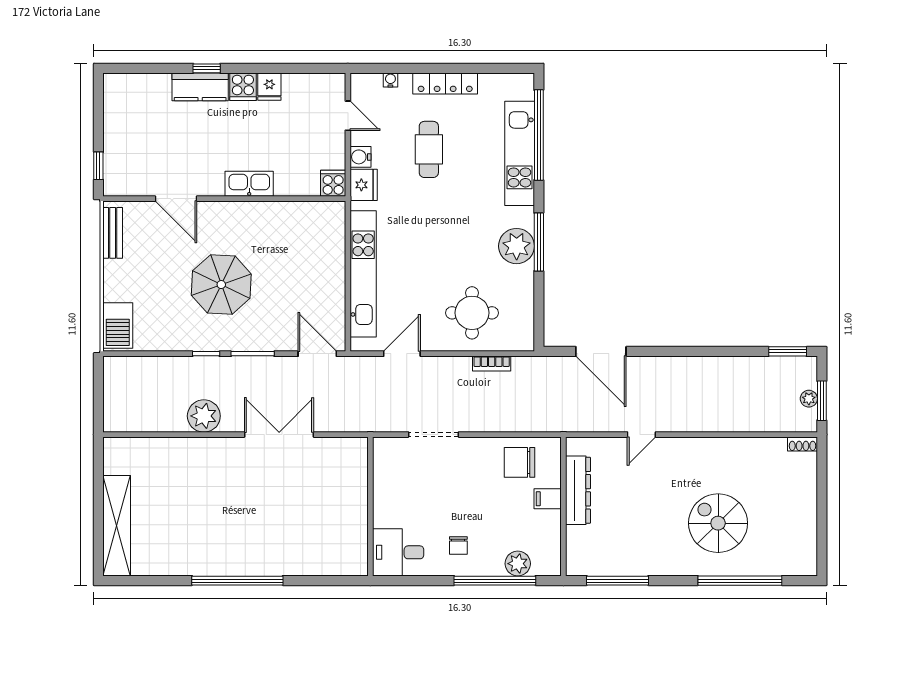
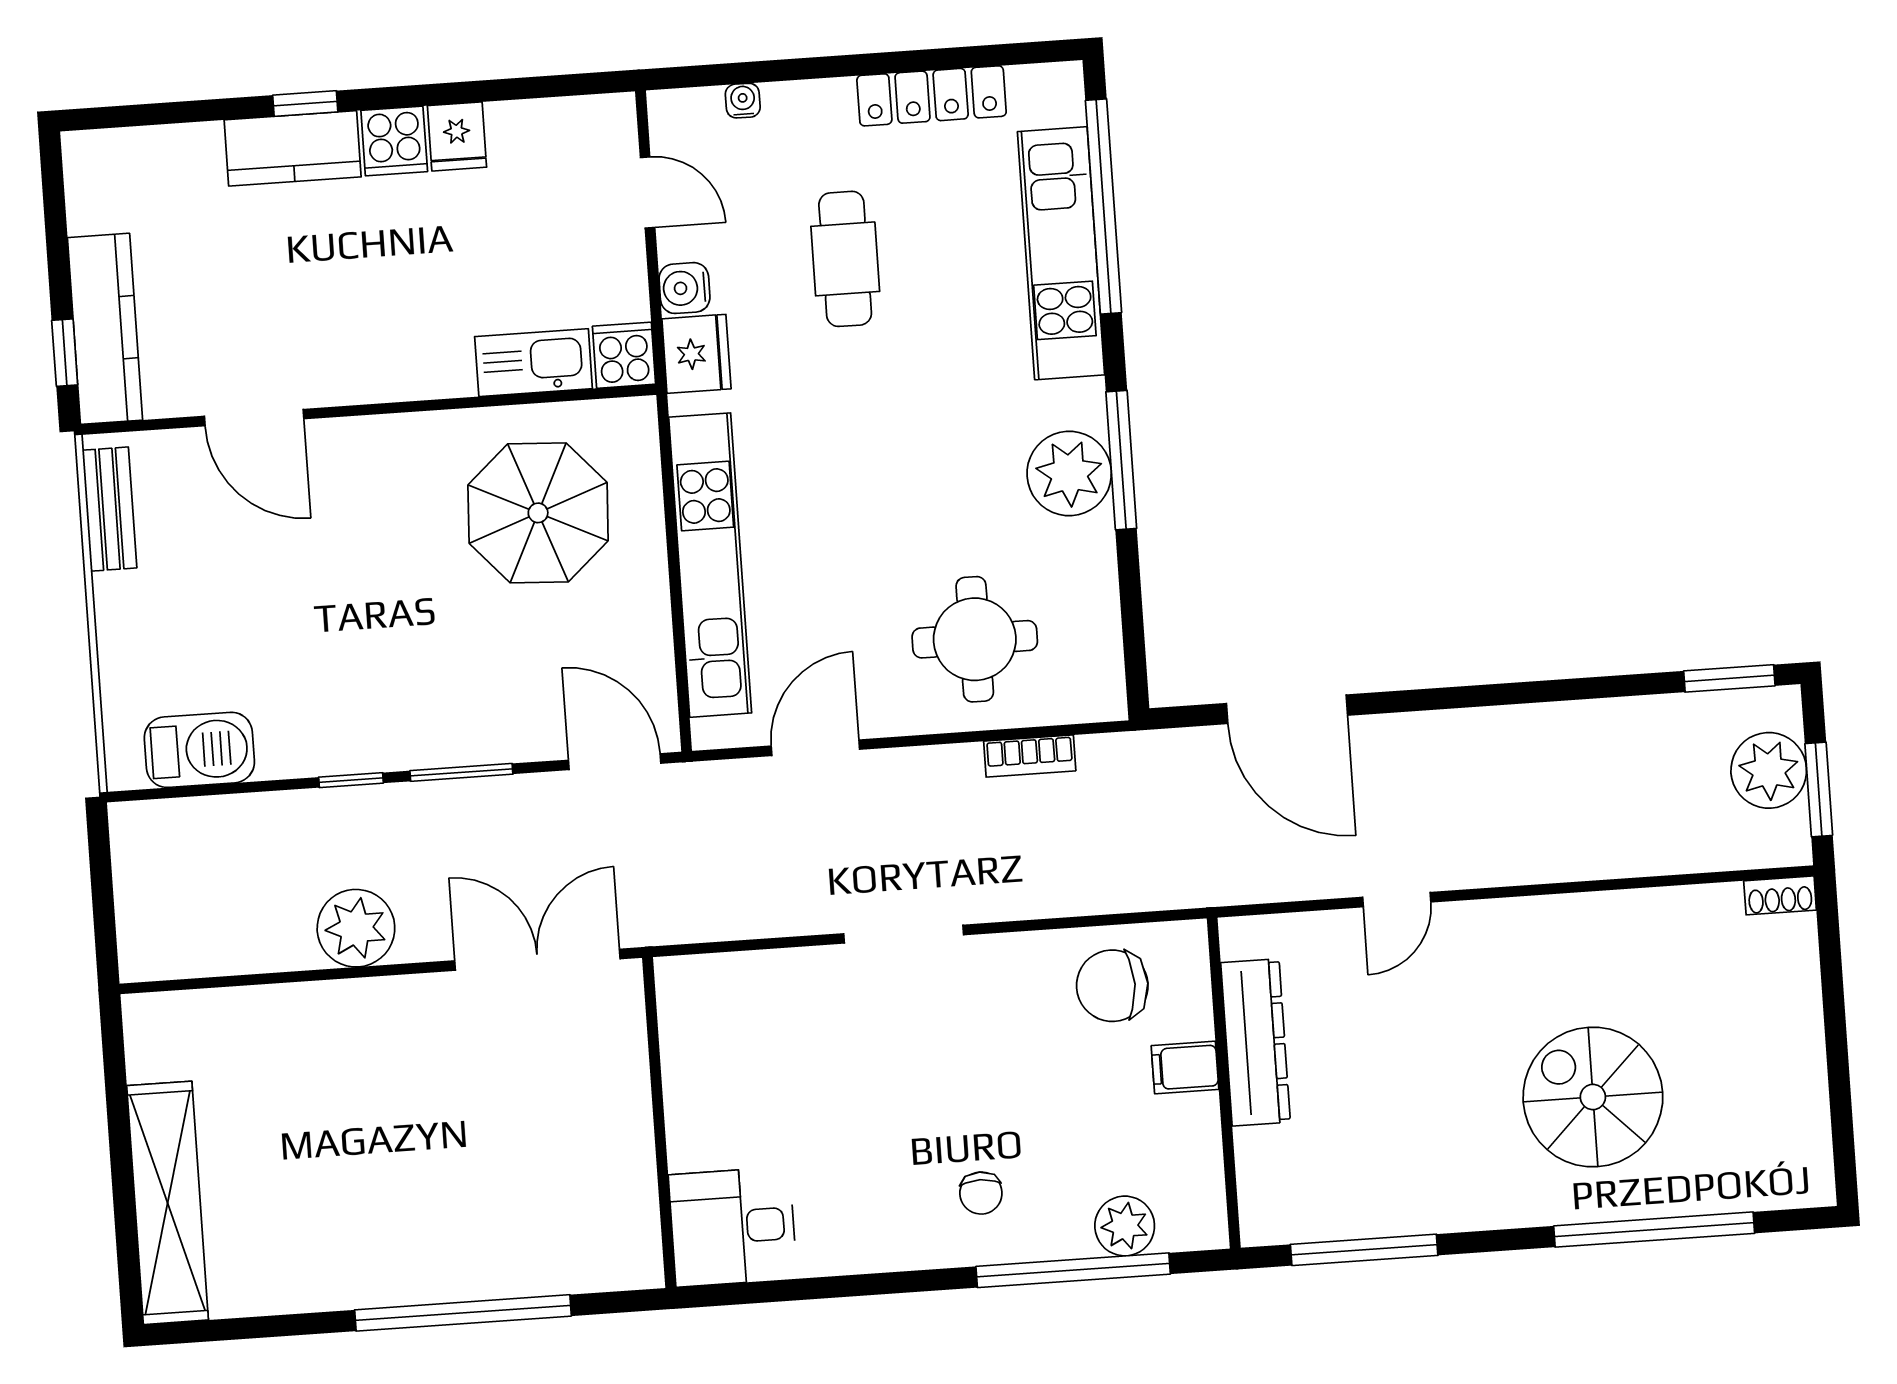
locker: (445, 83) -> (932, 96), moved
kitchen counter: (116, 157) -> (105, 329), added
kitchen sink: (249, 184) -> (534, 363), moved
parasol: (221, 285) -> (538, 513), moved
barbecue: (118, 325) -> (199, 750), moved, turned -90
plant: (809, 399) -> (1769, 770), width x1.88, depth x1.88
wall: (370, 506) -> (659, 1123), moved
desk: (398, 552) -> (733, 1227), moved

